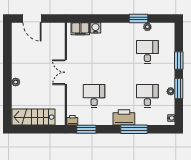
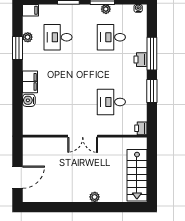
filing cabinet: (80, 29) -> (30, 82), moved
filing cabinet: (170, 29) -> (30, 10), added
printer: (124, 117) -> (140, 60), width x0.53, depth x0.68
window: (86, 129) -> (152, 91), moved

